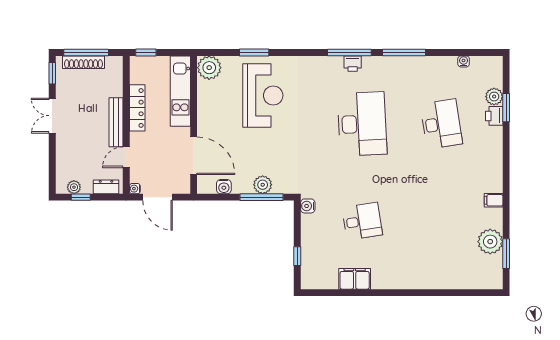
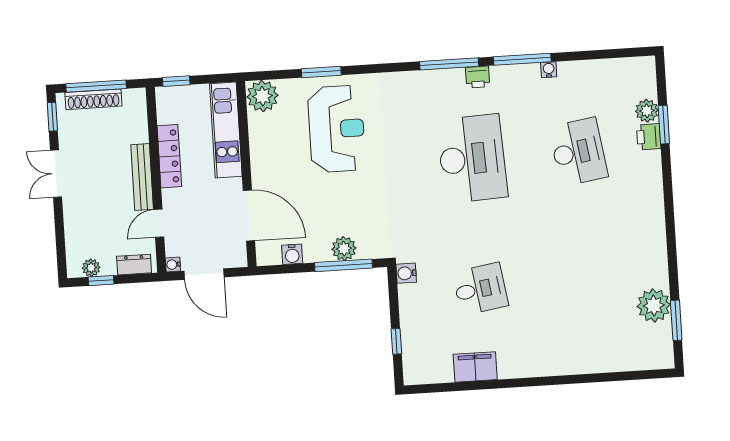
water cooler: (464, 61) -> (549, 70), moved
printer: (353, 64) -> (478, 77), moved
filing cabinet: (494, 200) -> (655, 250), removed

